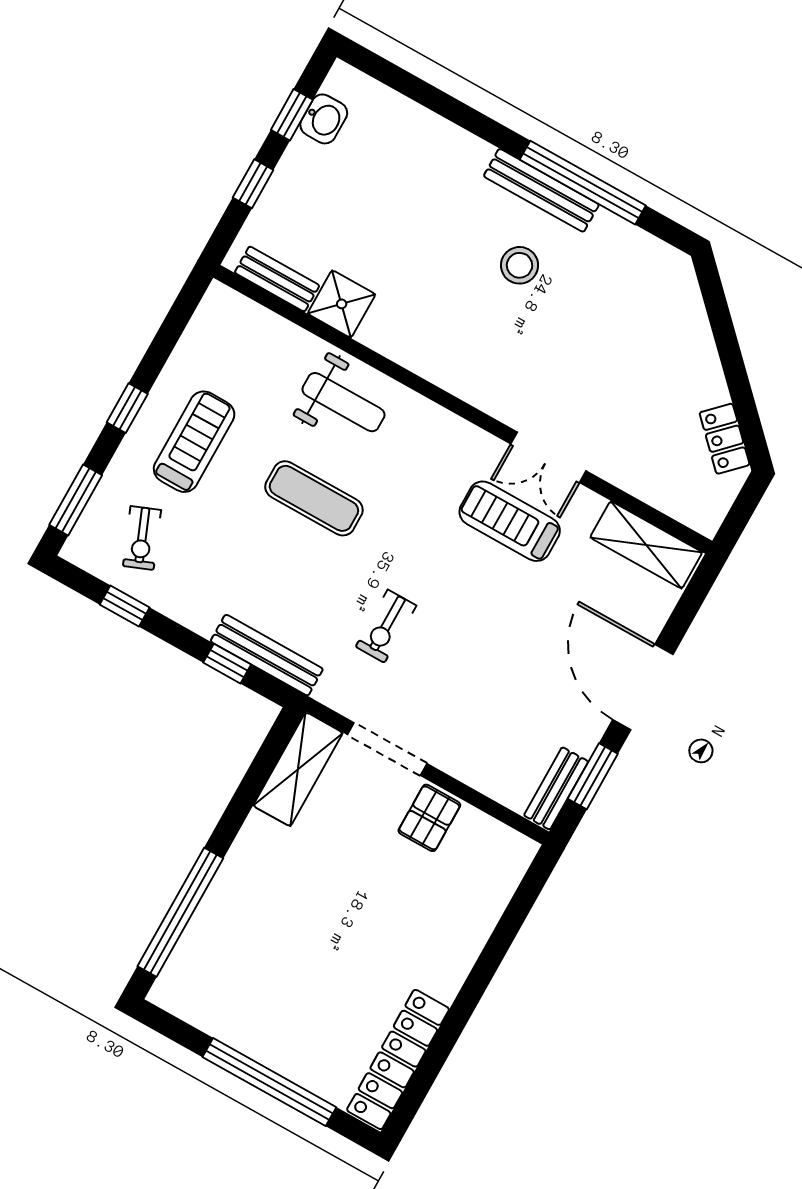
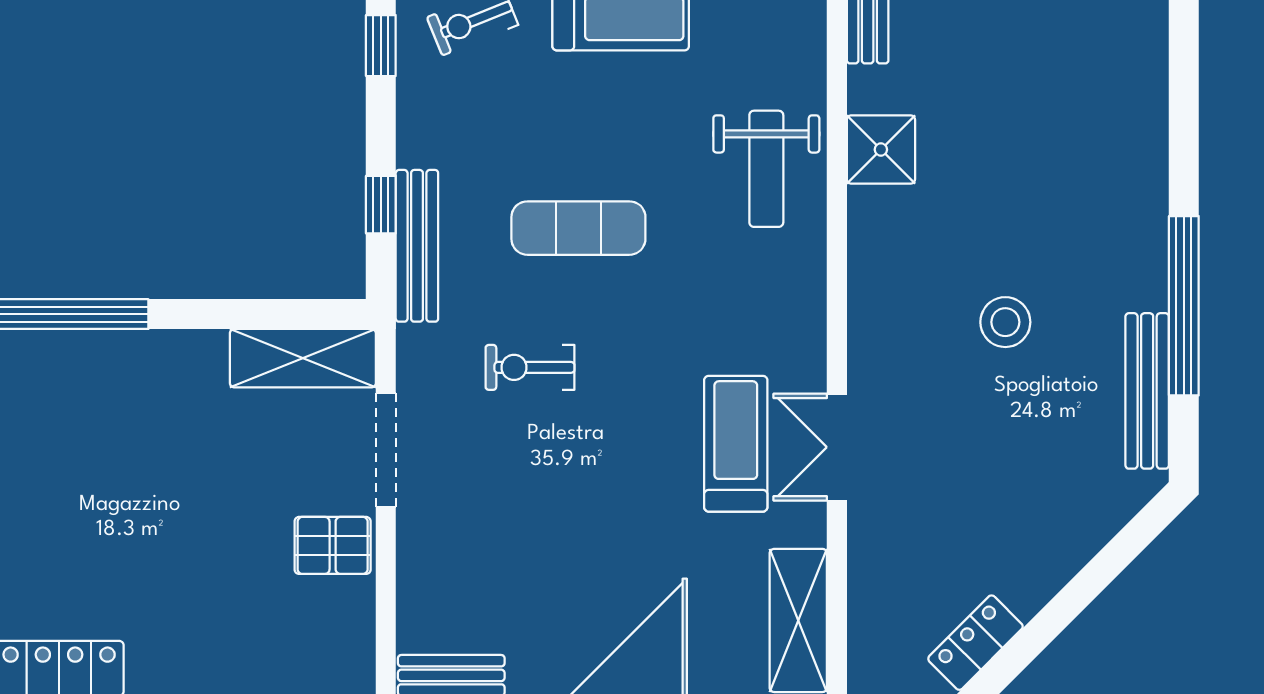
bench: (541, 190) -> (1147, 391), moved
stool: (520, 265) -> (1005, 322), moved
shower: (342, 304) -> (881, 150), moved
exercise mat: (314, 498) -> (578, 228), moved, turned 90

